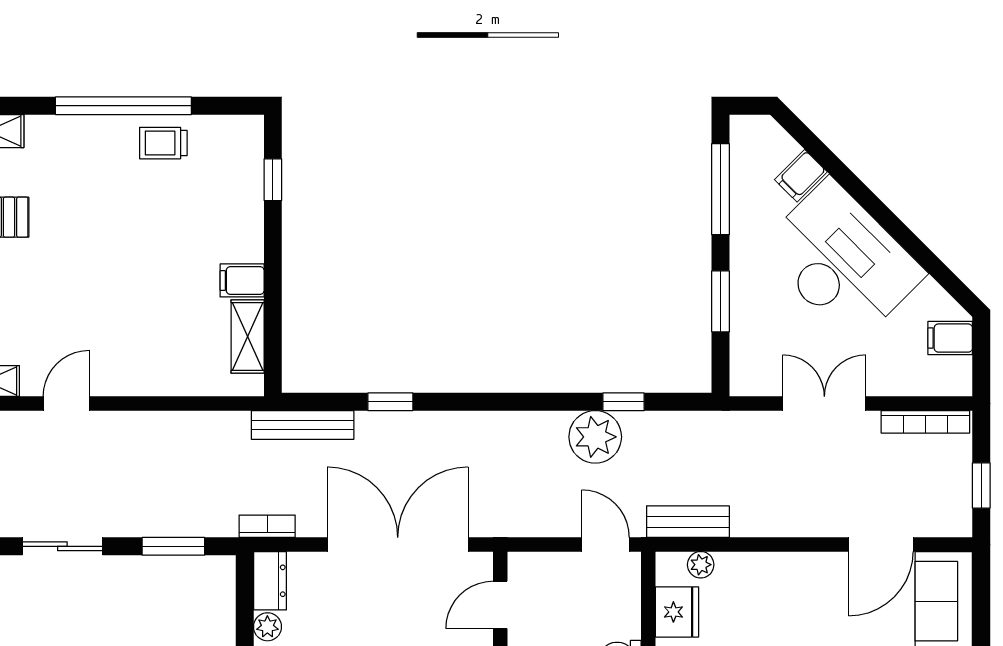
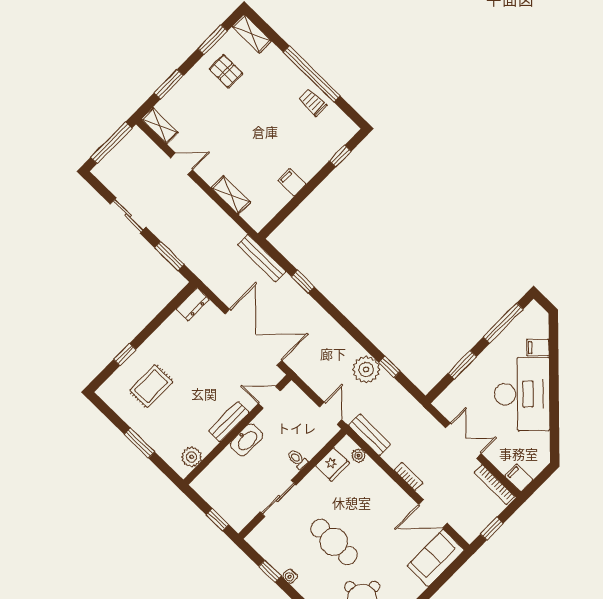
shelving: (248, 336) -> (231, 195), moved, turned 90
filing cabinet: (950, 338) -> (519, 478), moved
bookcase: (267, 526) -> (408, 476), moved
plant: (267, 627) -> (175, 320), removed

